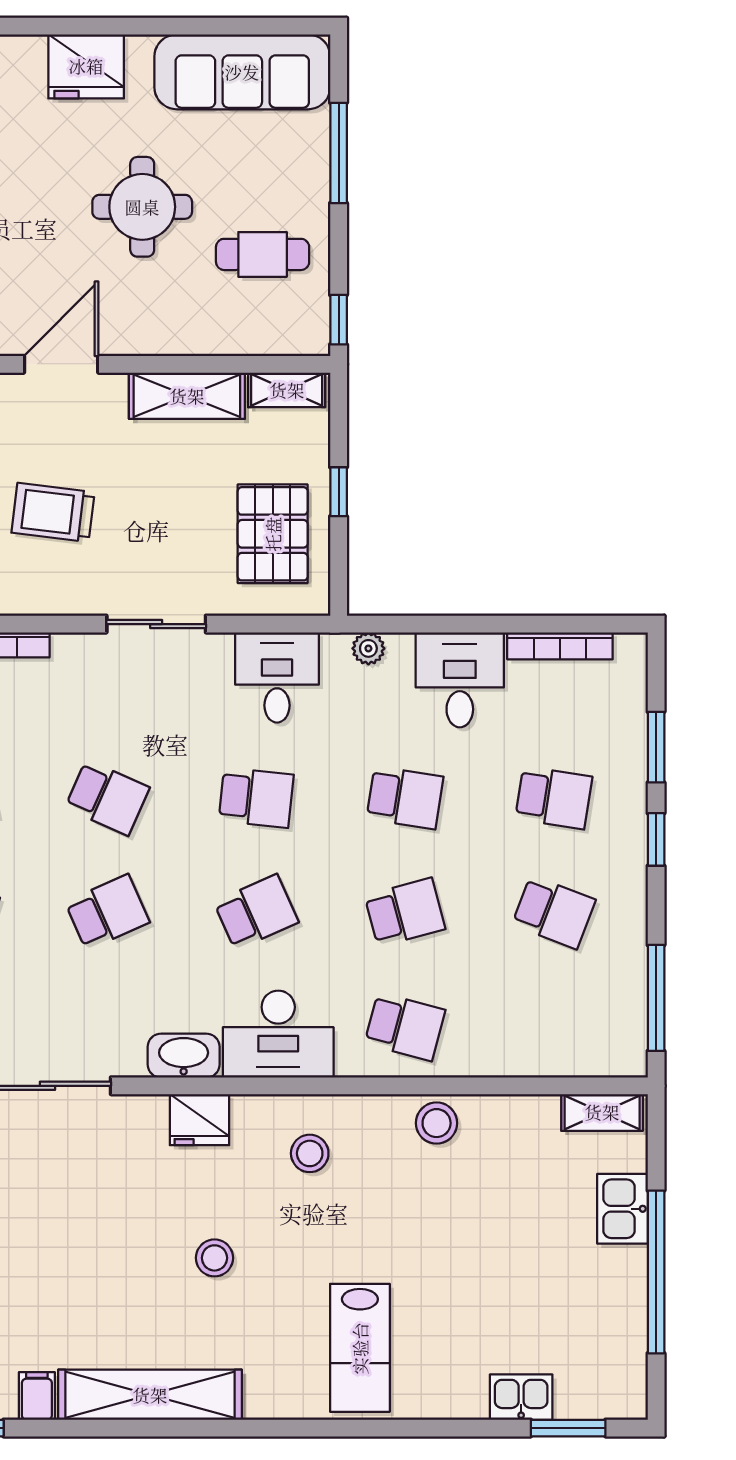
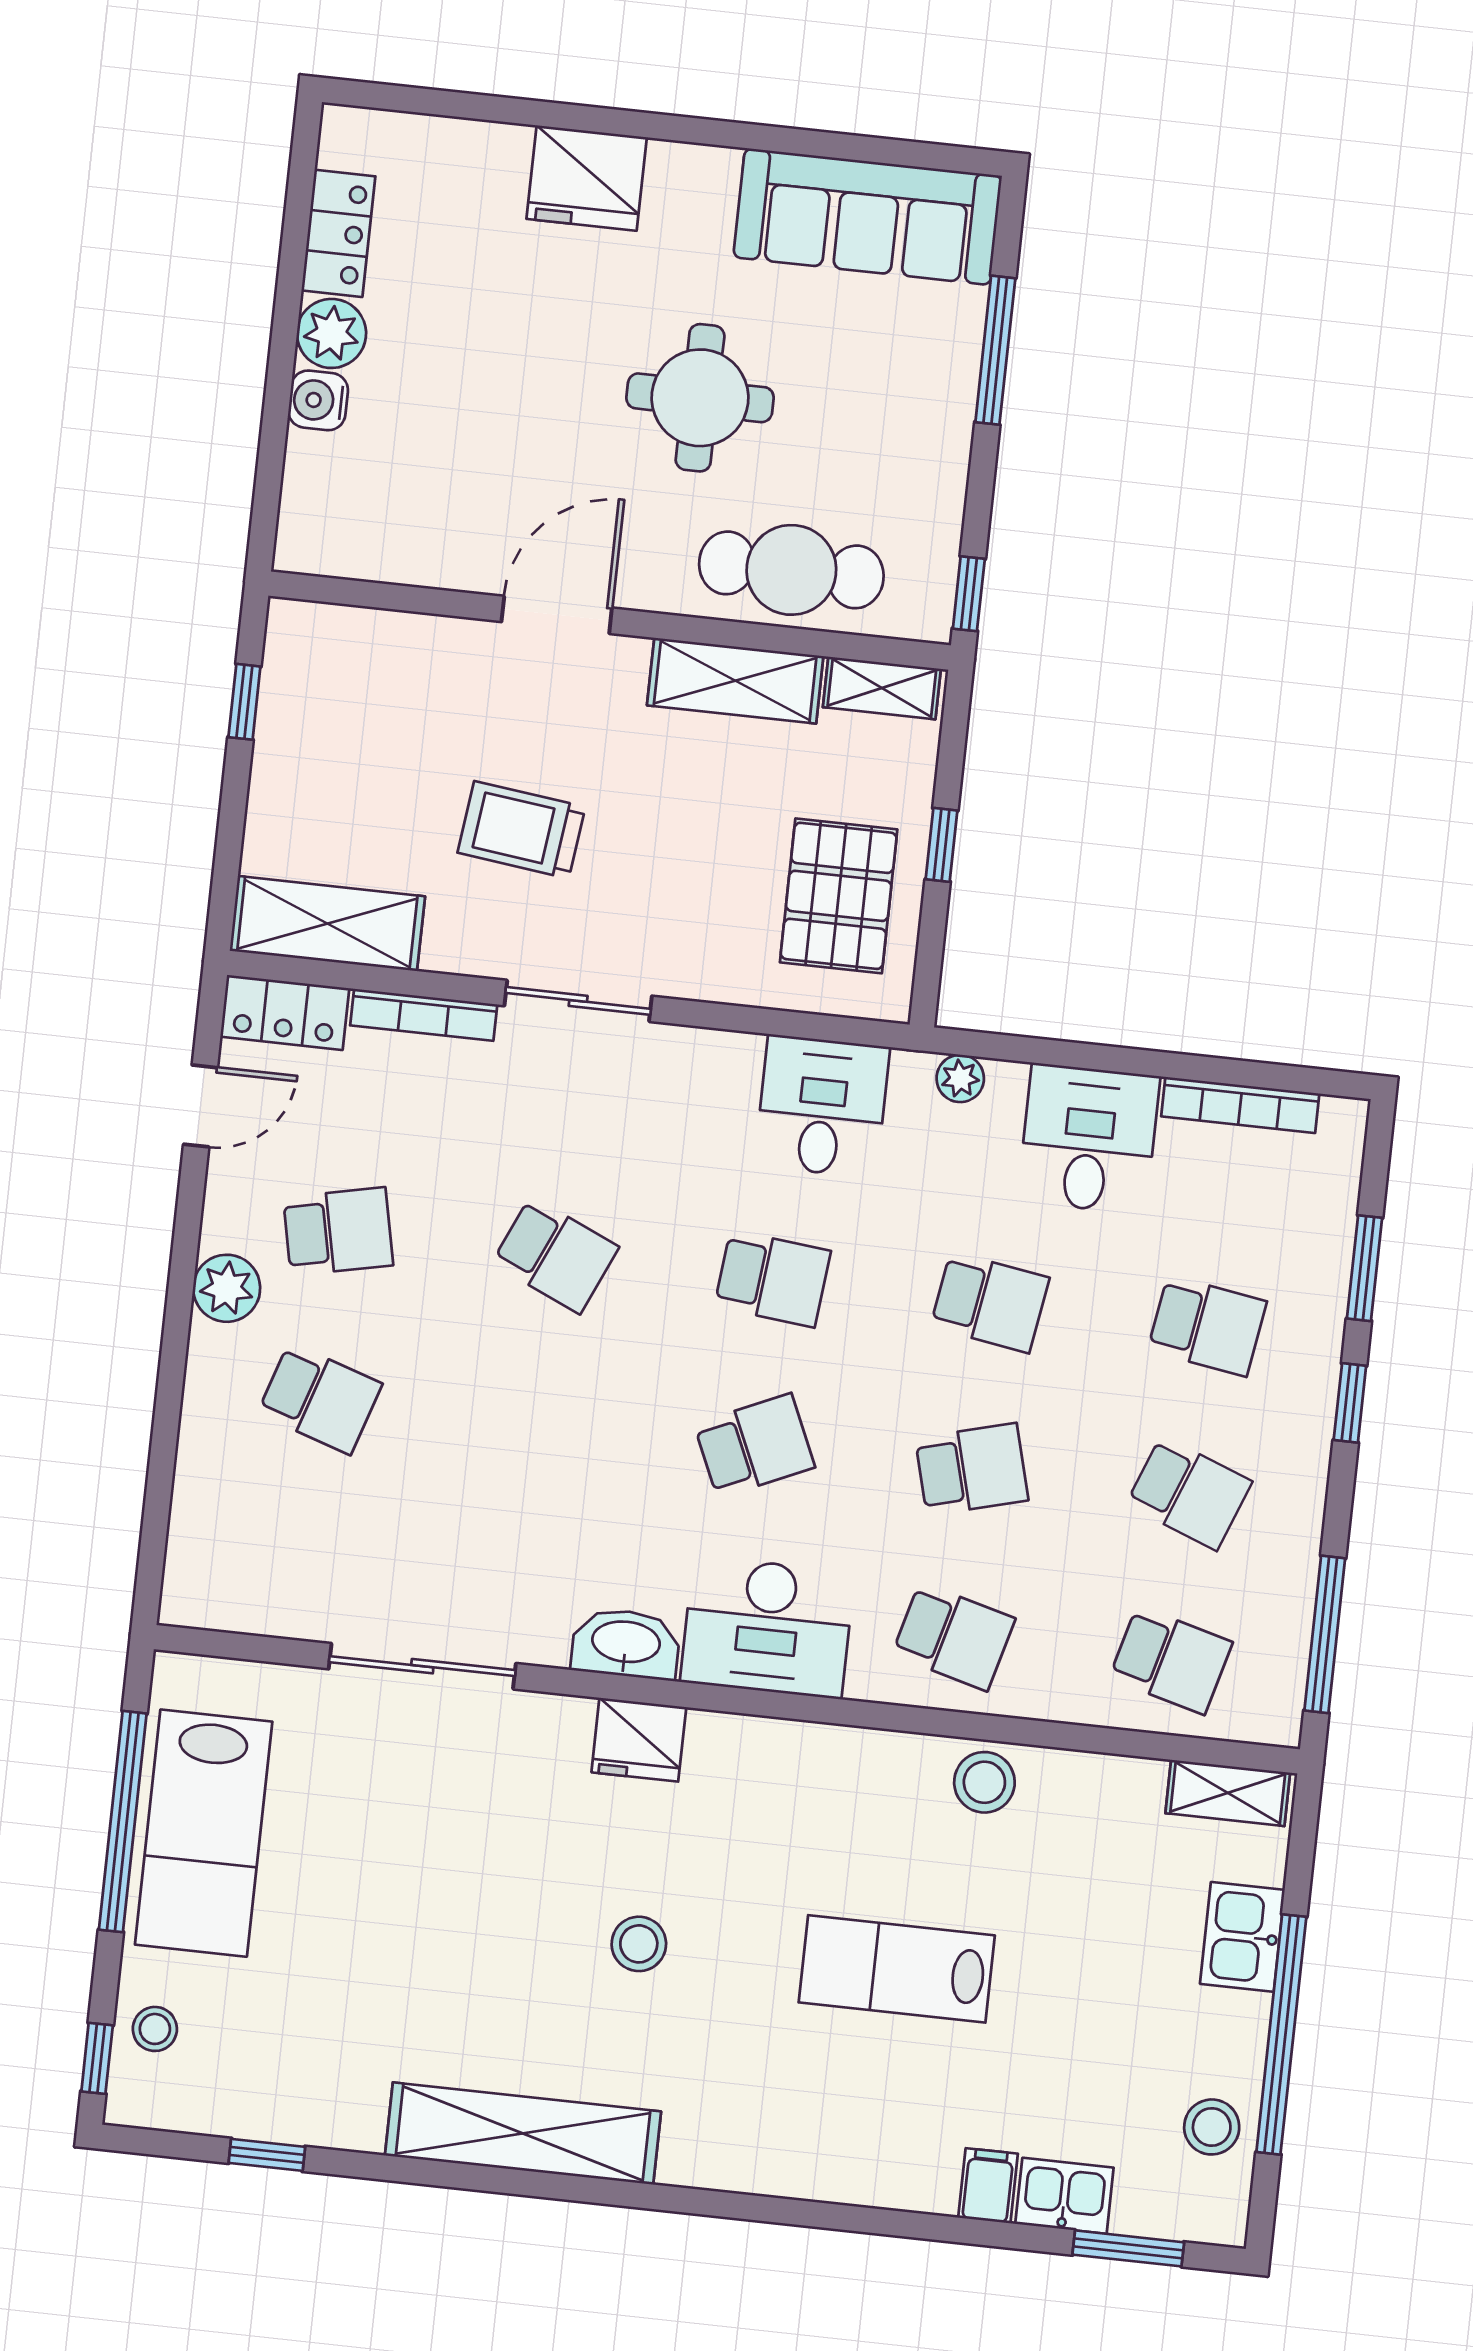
fridge: (86, 66) -> (587, 178), moved
cafe table: (263, 254) -> (791, 570), moved, width x1.37, depth x1.35
sliding door: (156, 624) -> (578, 1001), moved
school desk: (107, 912) -> (1171, 1660), moved, turned 39
stool: (310, 1153) -> (1212, 2127), moved
lab bench: (360, 1348) -> (897, 1969), moved, turned 90
filing cabinet: (37, 1396) -> (988, 2186), moved

